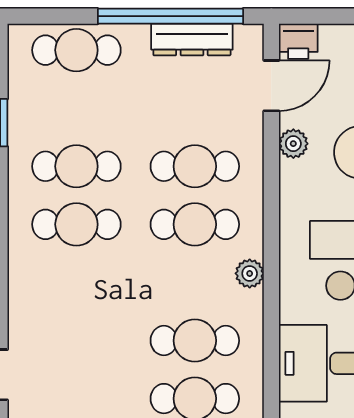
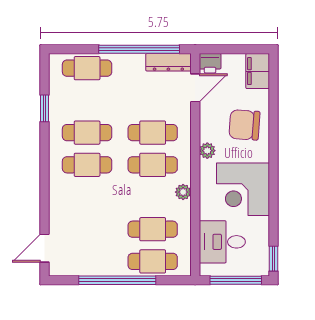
dresser: (192, 40) -> (168, 62), moved
plant: (293, 144) -> (207, 151), moved

